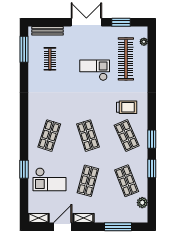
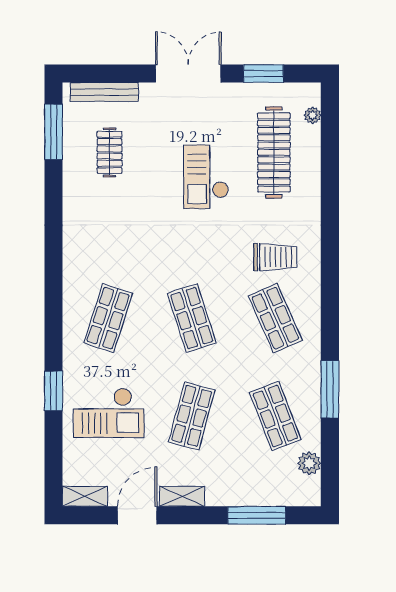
checkout: (95, 70) -> (206, 177), turned -90
window: (152, 139) -> (330, 326), removed
window: (152, 169) -> (330, 389), width x1.44

